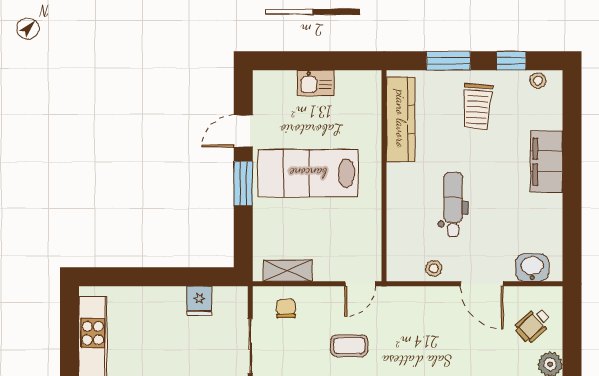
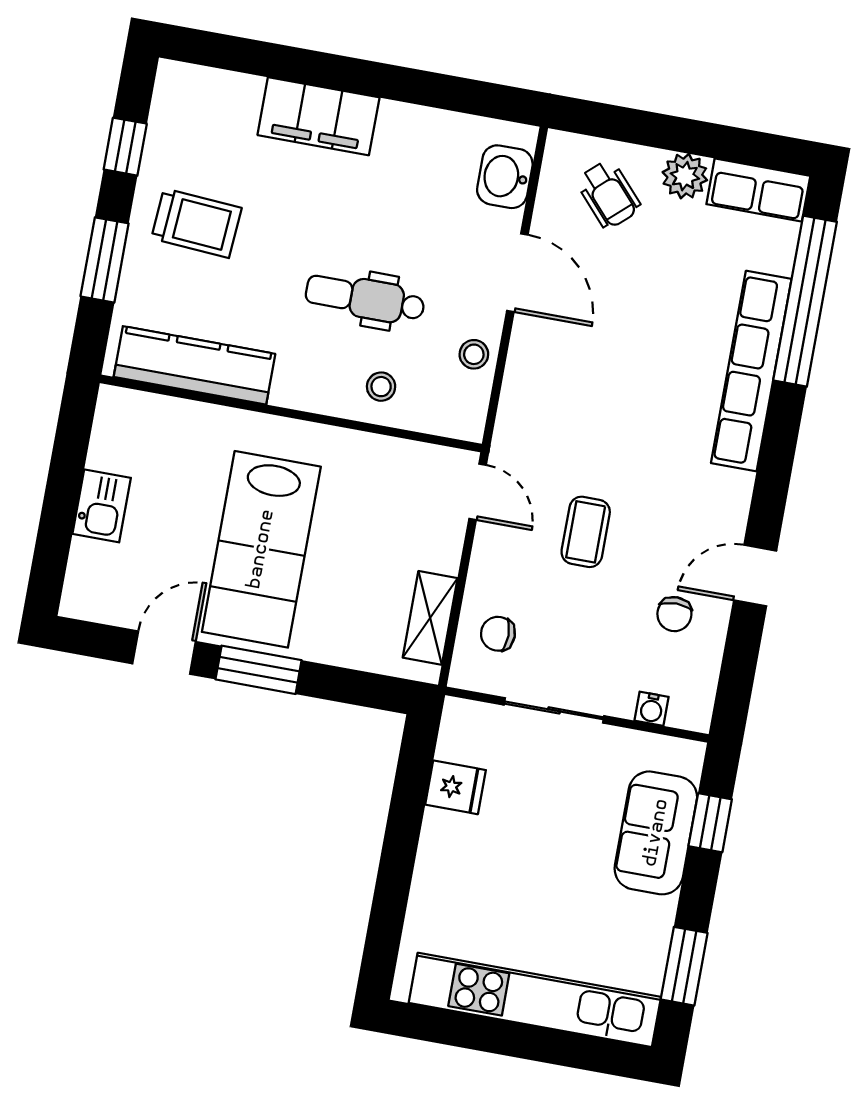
stool: (538, 80) -> (381, 387), moved
door: (243, 131) -> (164, 653), swing flipped
door: (482, 284) -> (517, 273), hinge flipped

